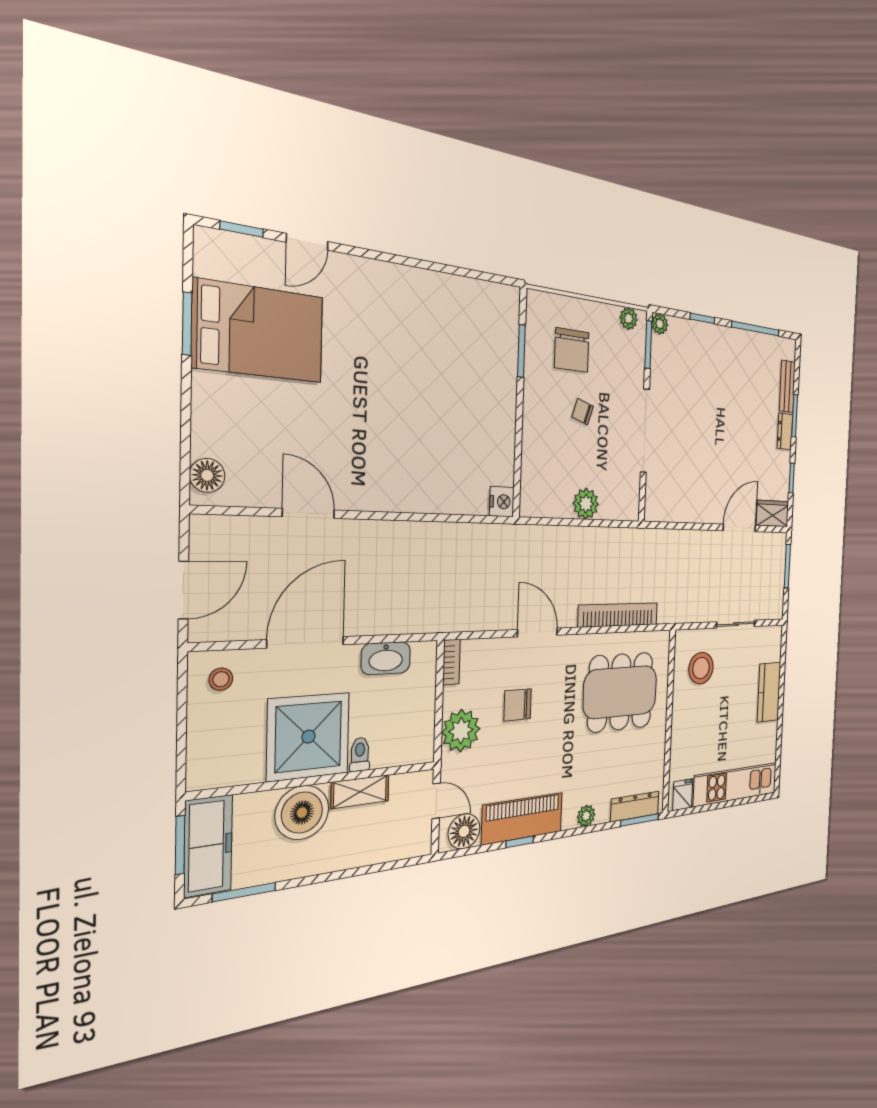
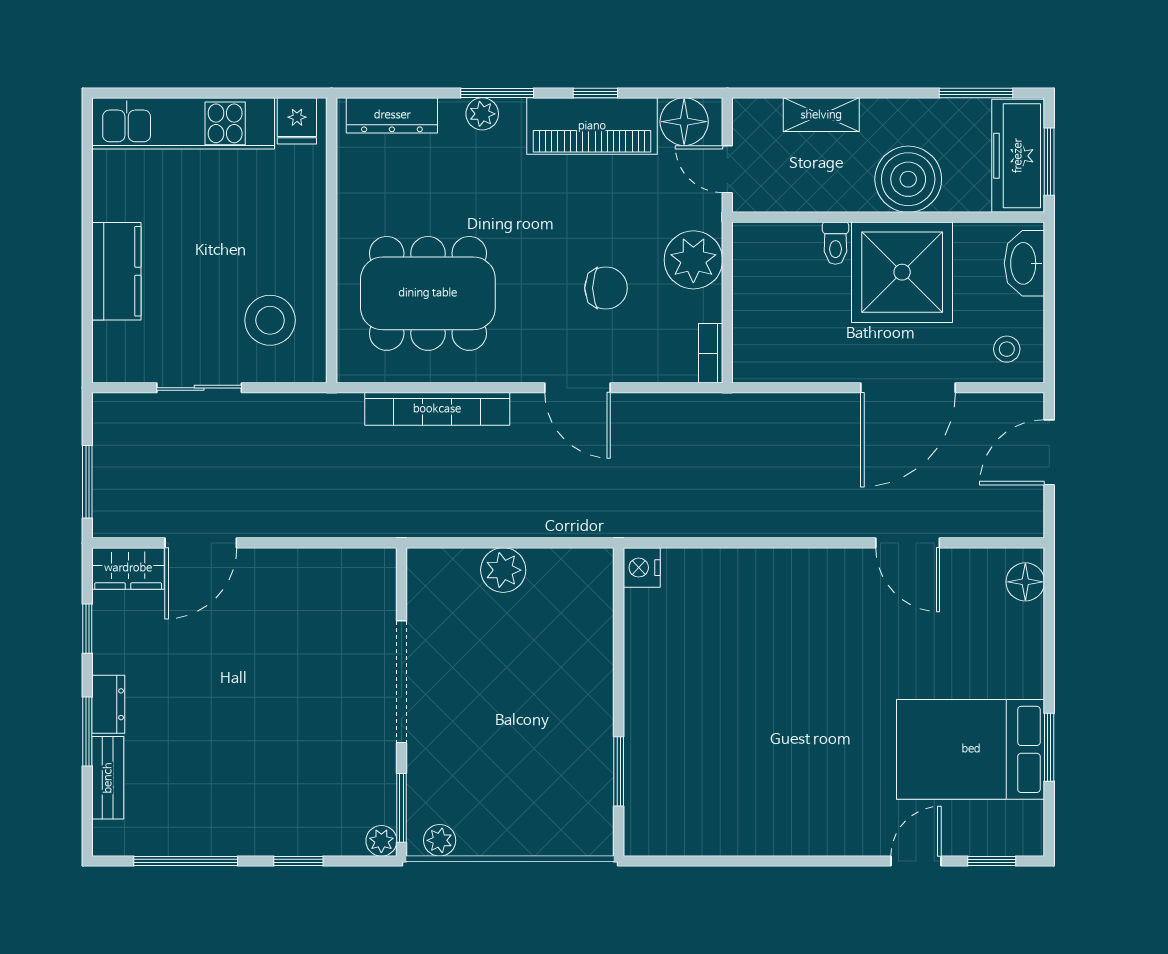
chair: (572, 350) -> (537, 783), removed
chair: (583, 412) -> (515, 700), removed
washbasin: (386, 658) -> (1024, 263), moved, turned -90
shelving: (360, 792) -> (821, 115), moved
window: (640, 820) -> (497, 93), moved

